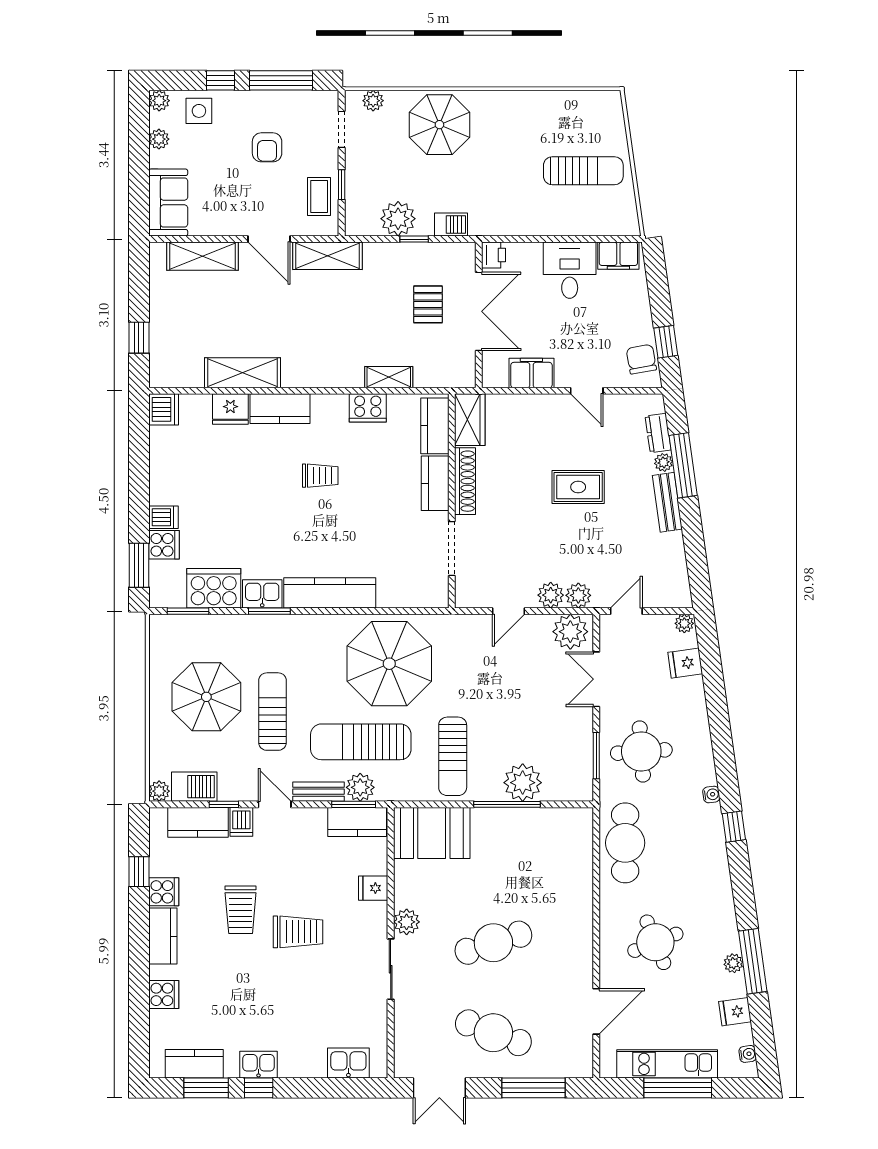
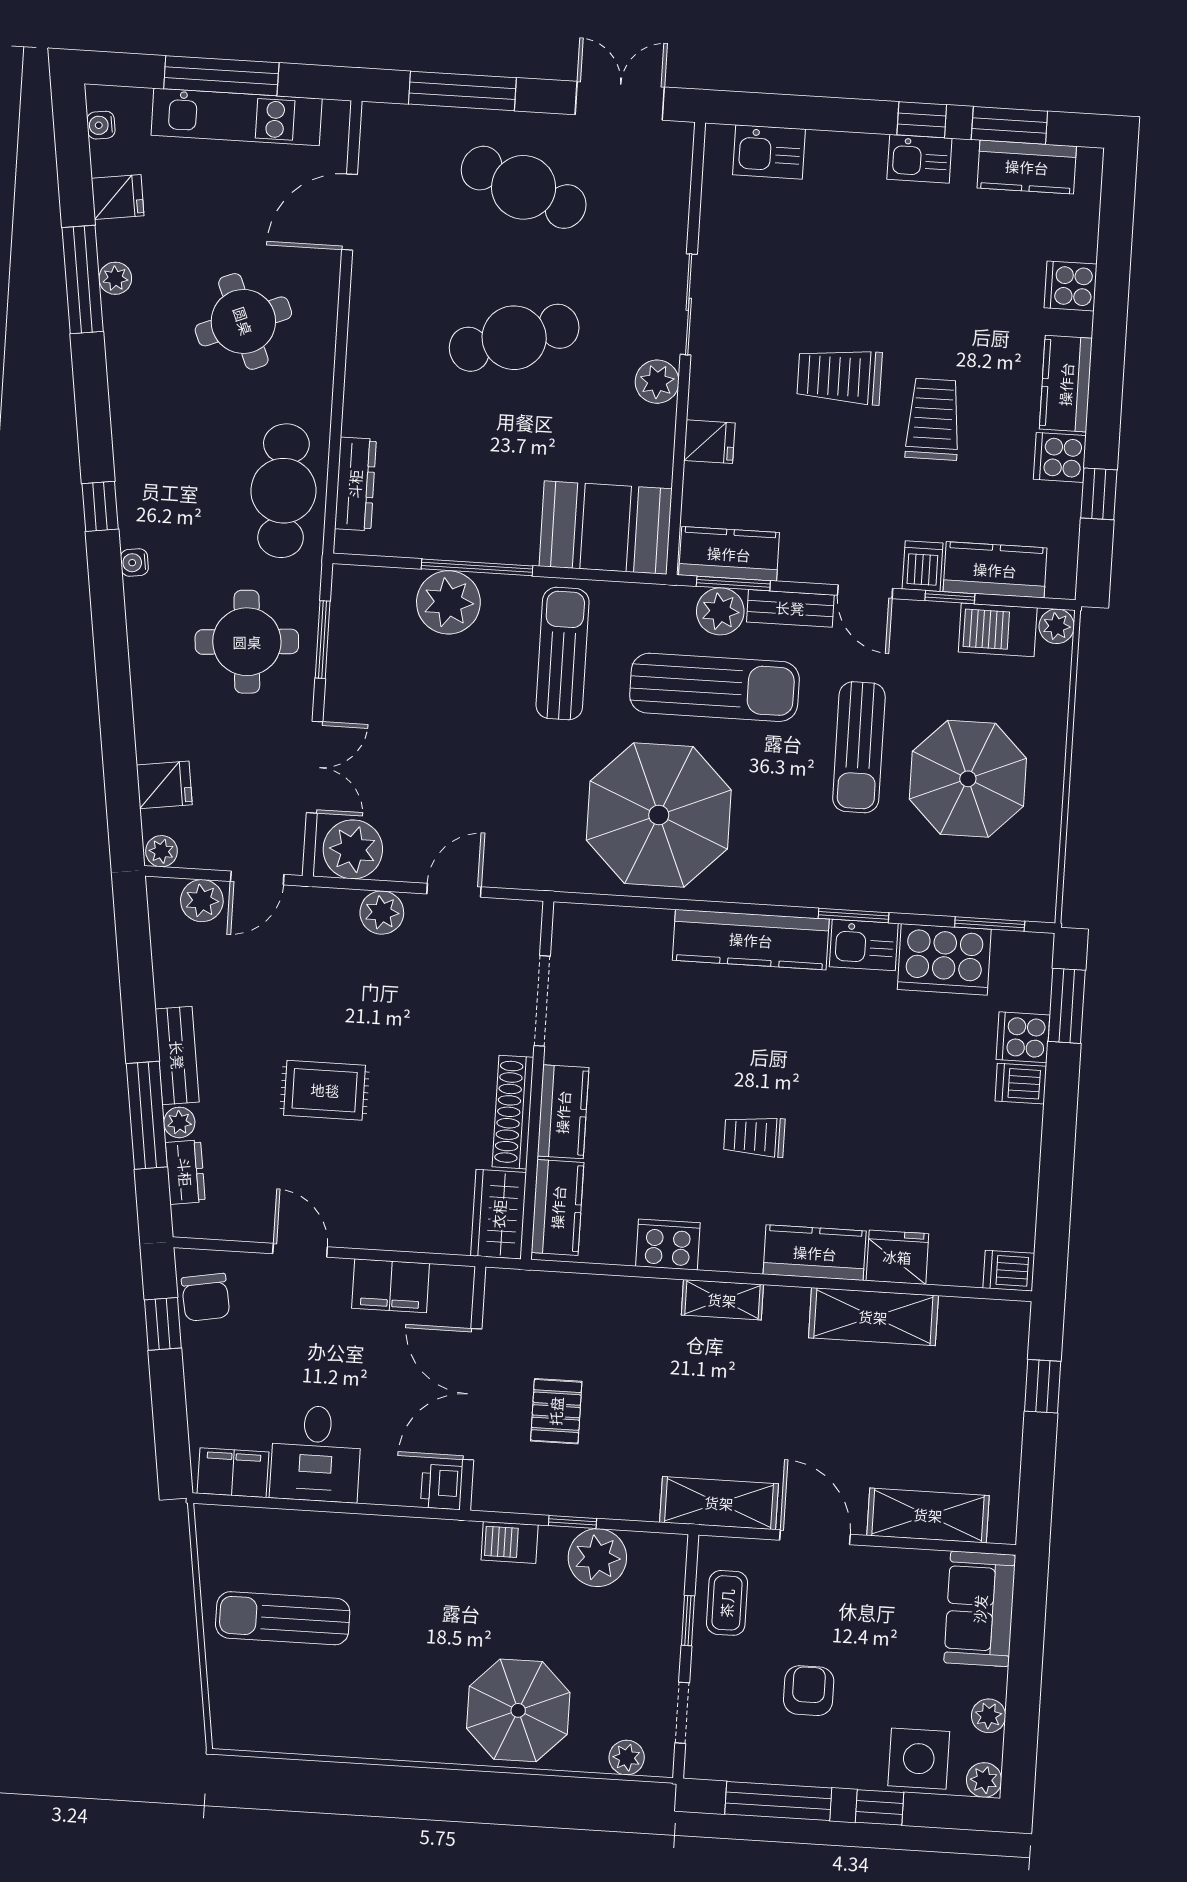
side table: (199, 111) -> (919, 1759), width x1.37, depth x1.37
shelving: (389, 377) -> (722, 1300), moved
dishwasher: (164, 409) -> (1009, 1271), width x0.73
plant: (578, 595) -> (202, 901), moved
dresser: (582, 850) -> (355, 484), added

